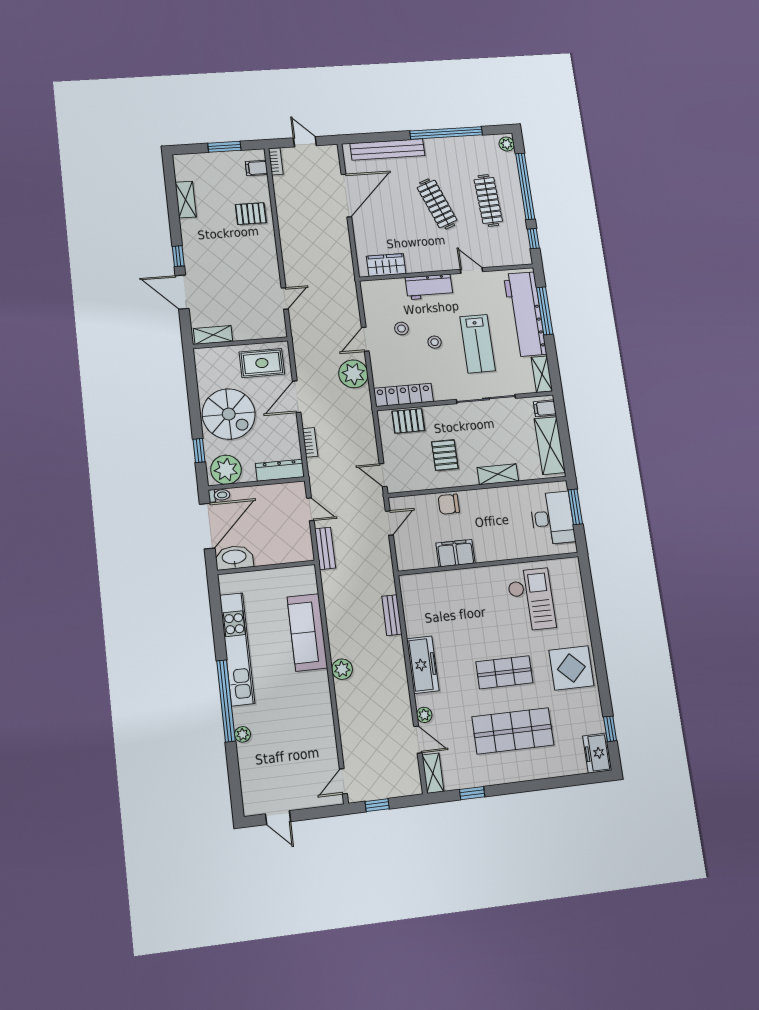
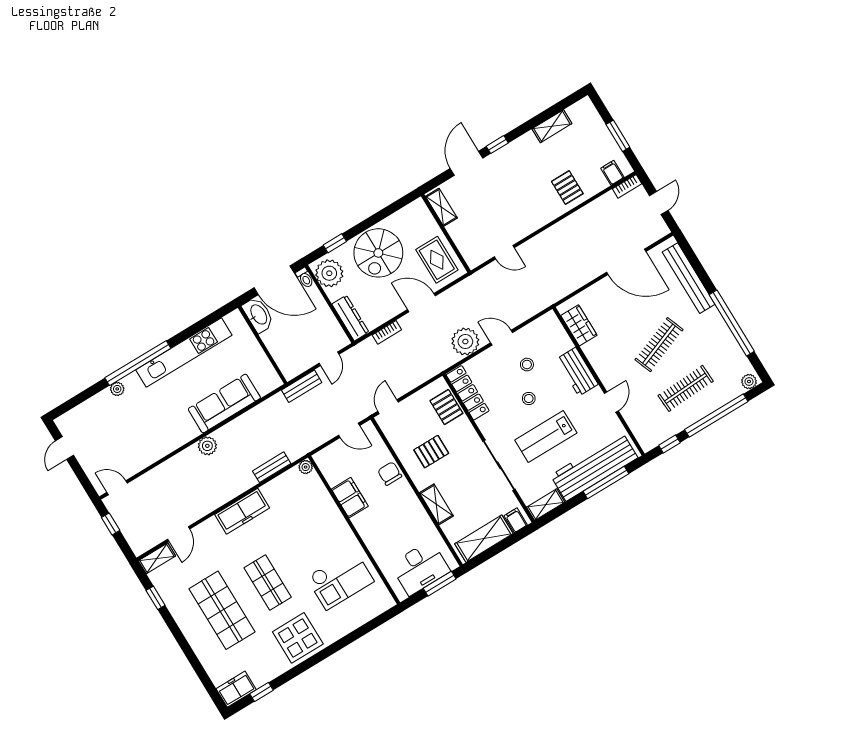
plant: (424, 715) -> (306, 467), moved

